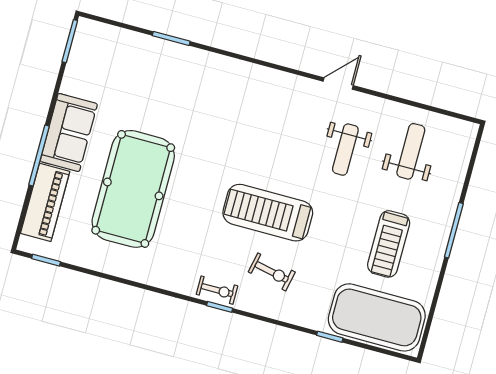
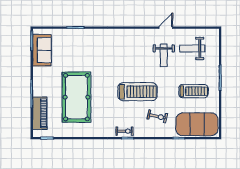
door: (338, 83) -> (166, 28), moved
sofa: (69, 133) -> (42, 50), moved
weight bench: (411, 151) -> (192, 48), turned -90
treadmill: (268, 213) -> (137, 92), turned 180
treadmill: (389, 244) -> (193, 91), turned -90
exercise bike: (272, 272) -> (157, 116), moved

